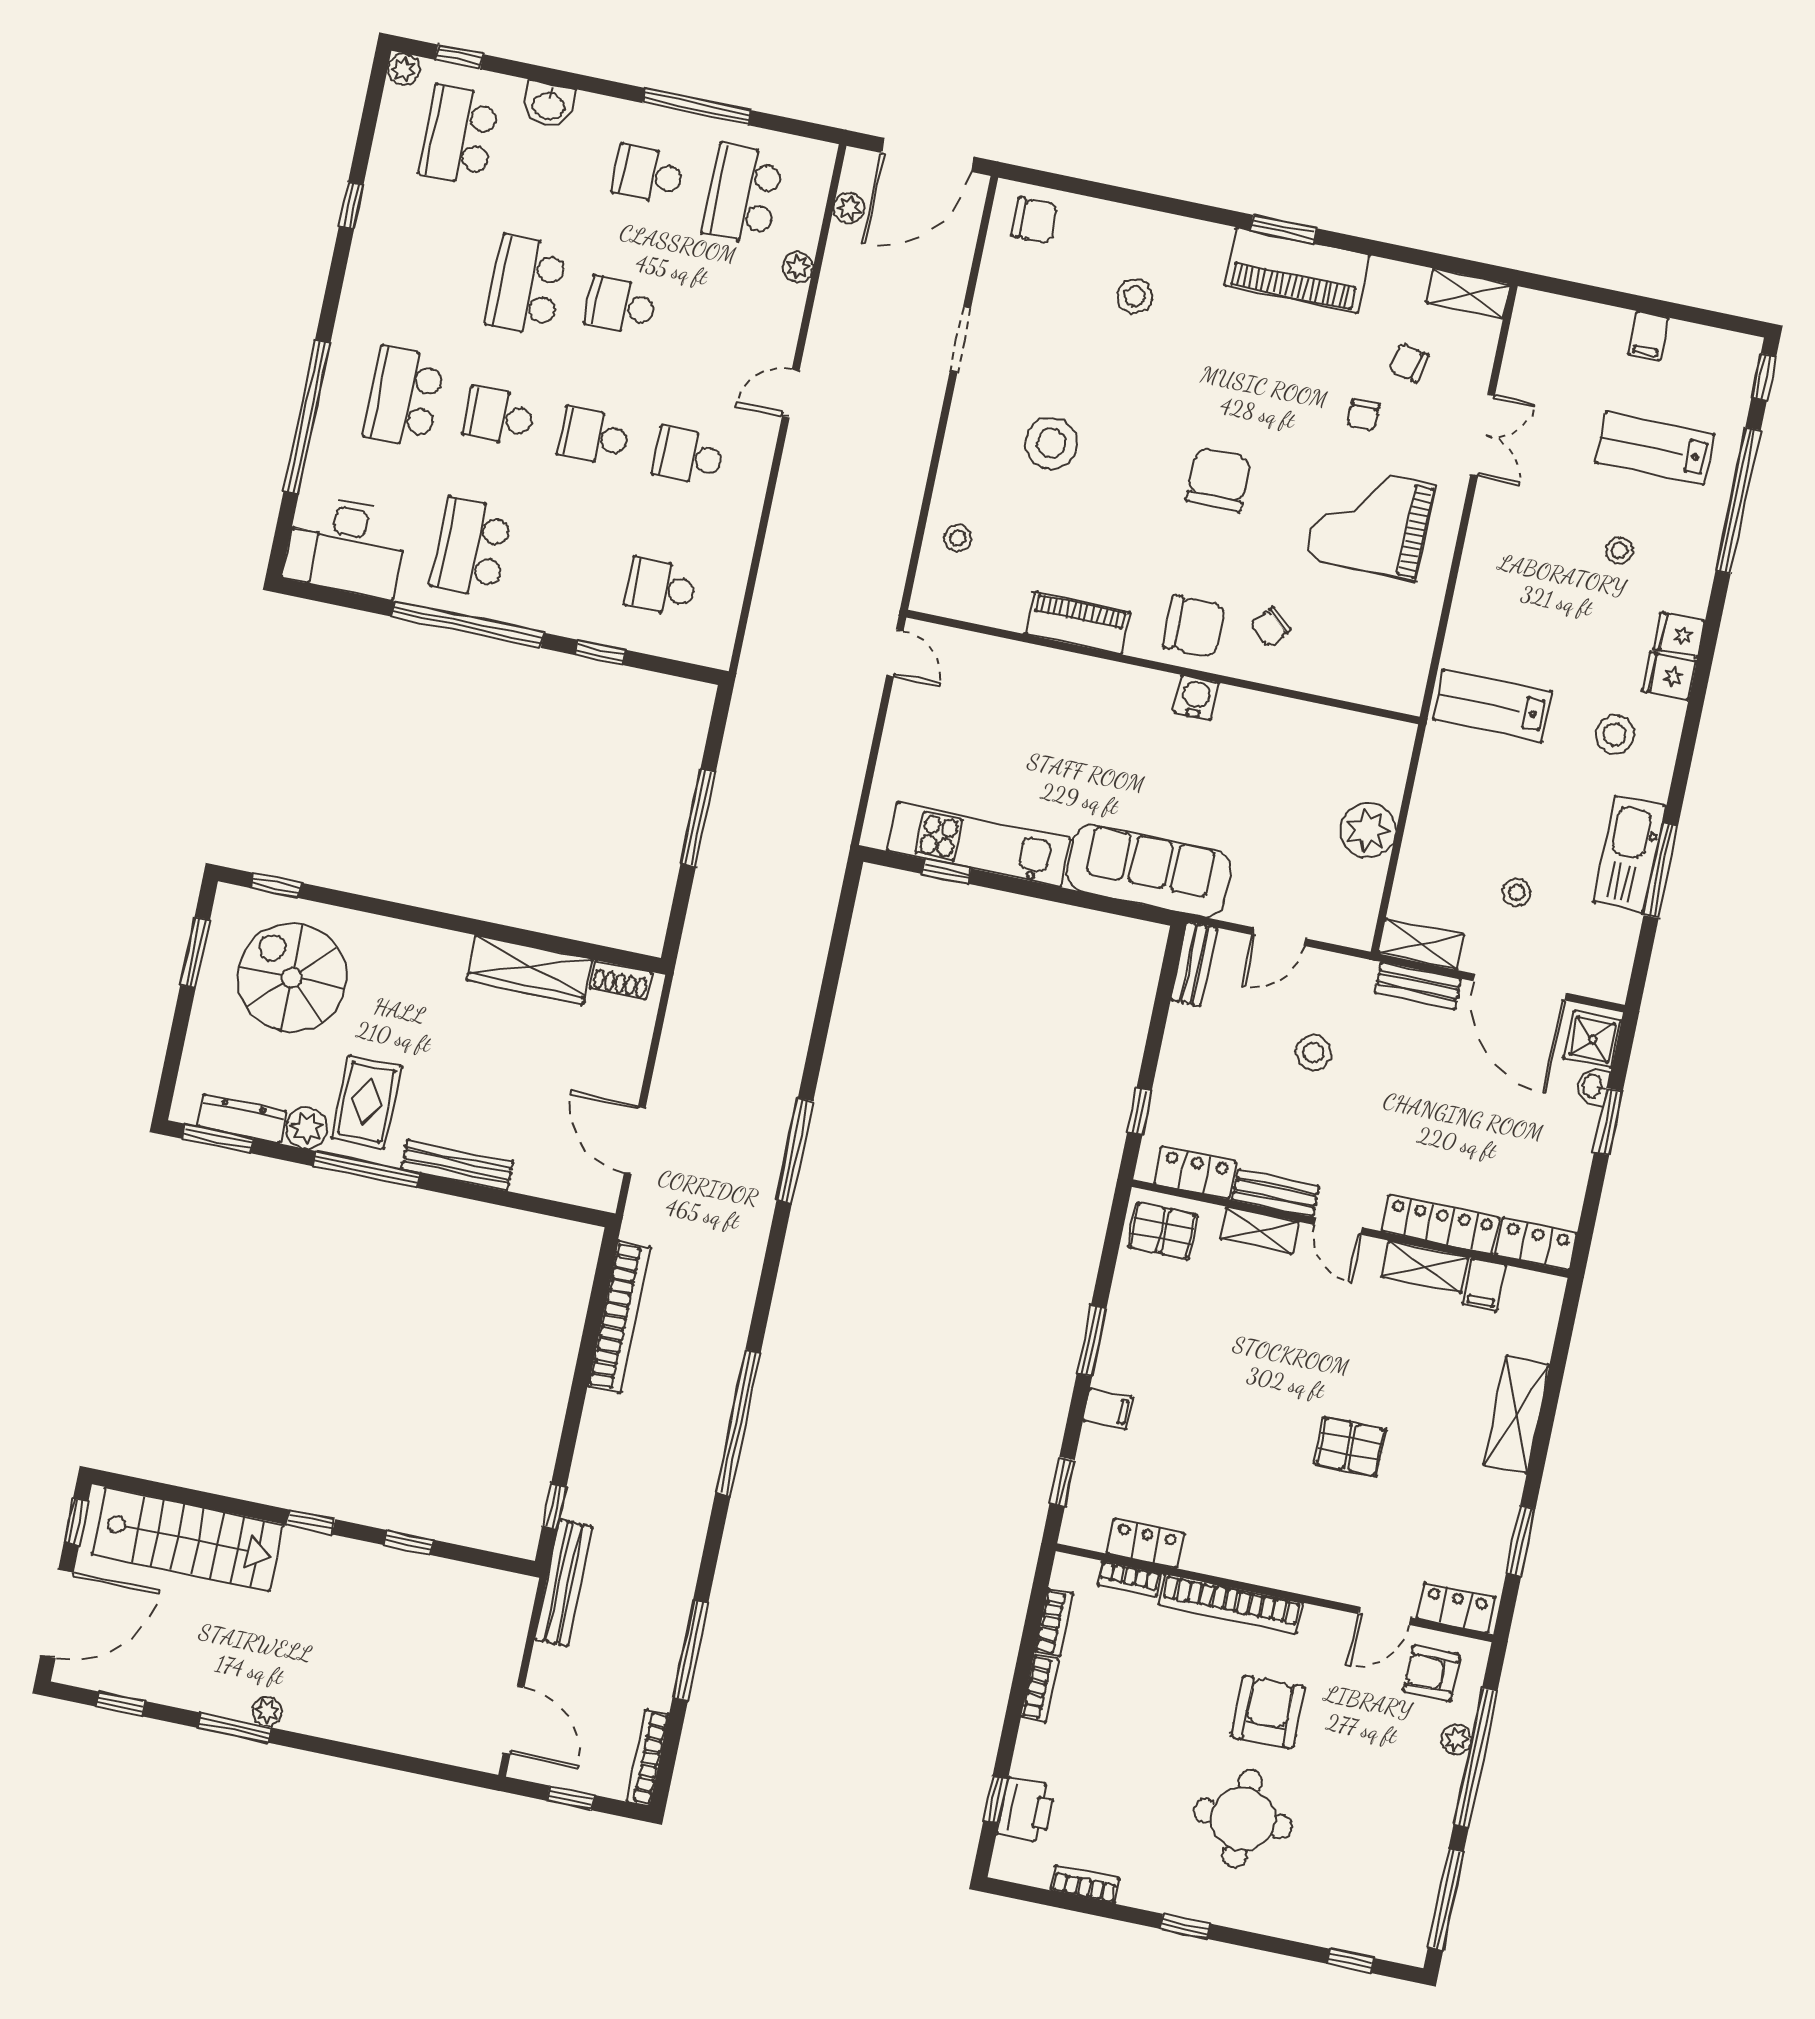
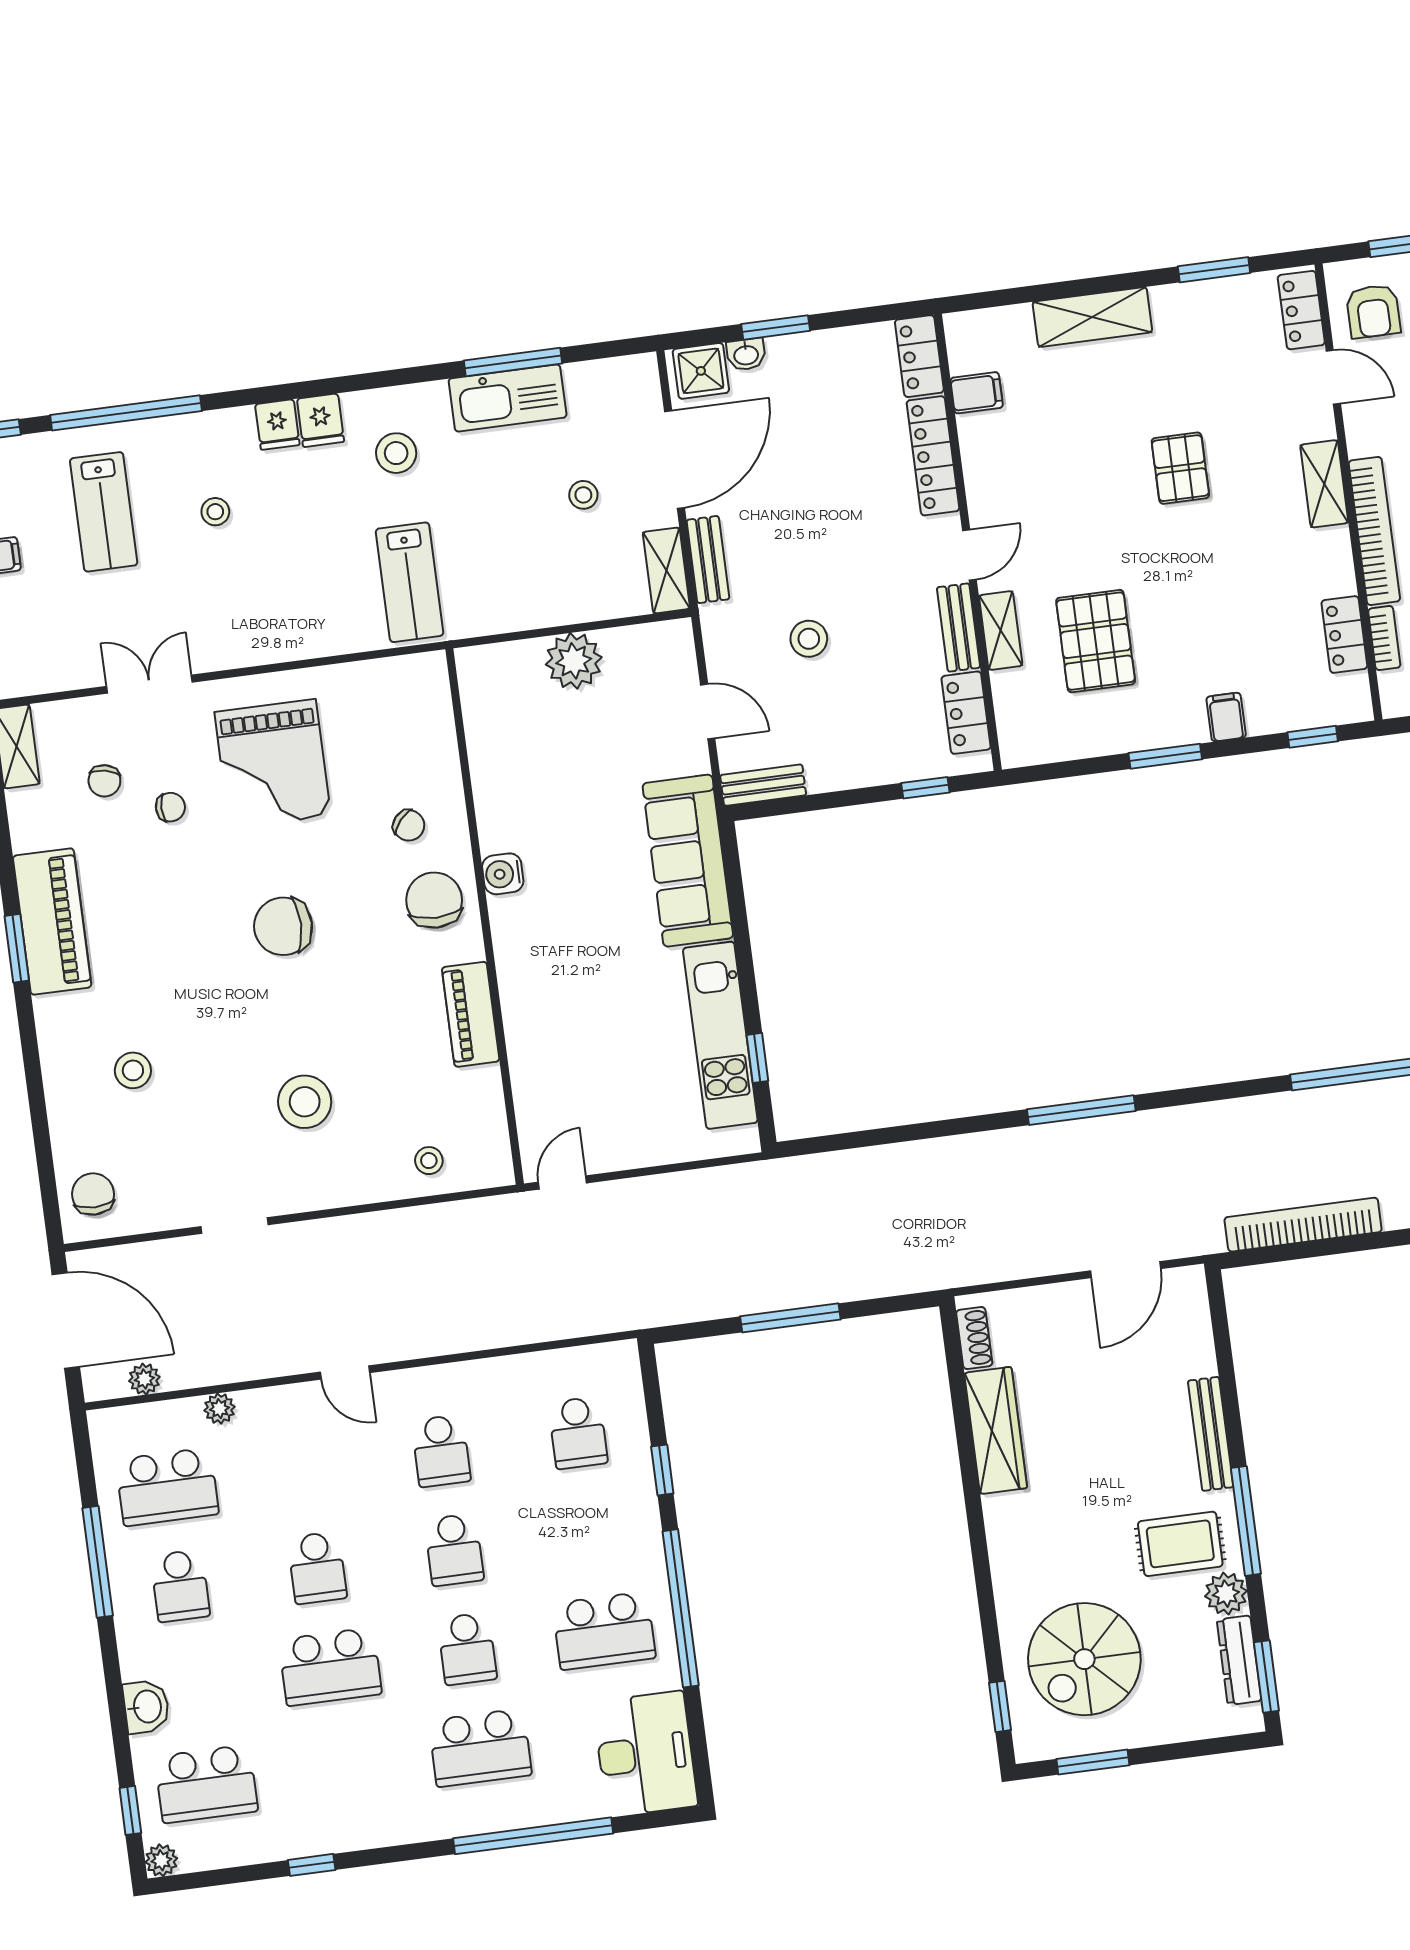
pallet: (1162, 1231) -> (1096, 641), moved, width x1.50, depth x1.42
shelving: (1425, 1267) -> (1324, 484), moved

